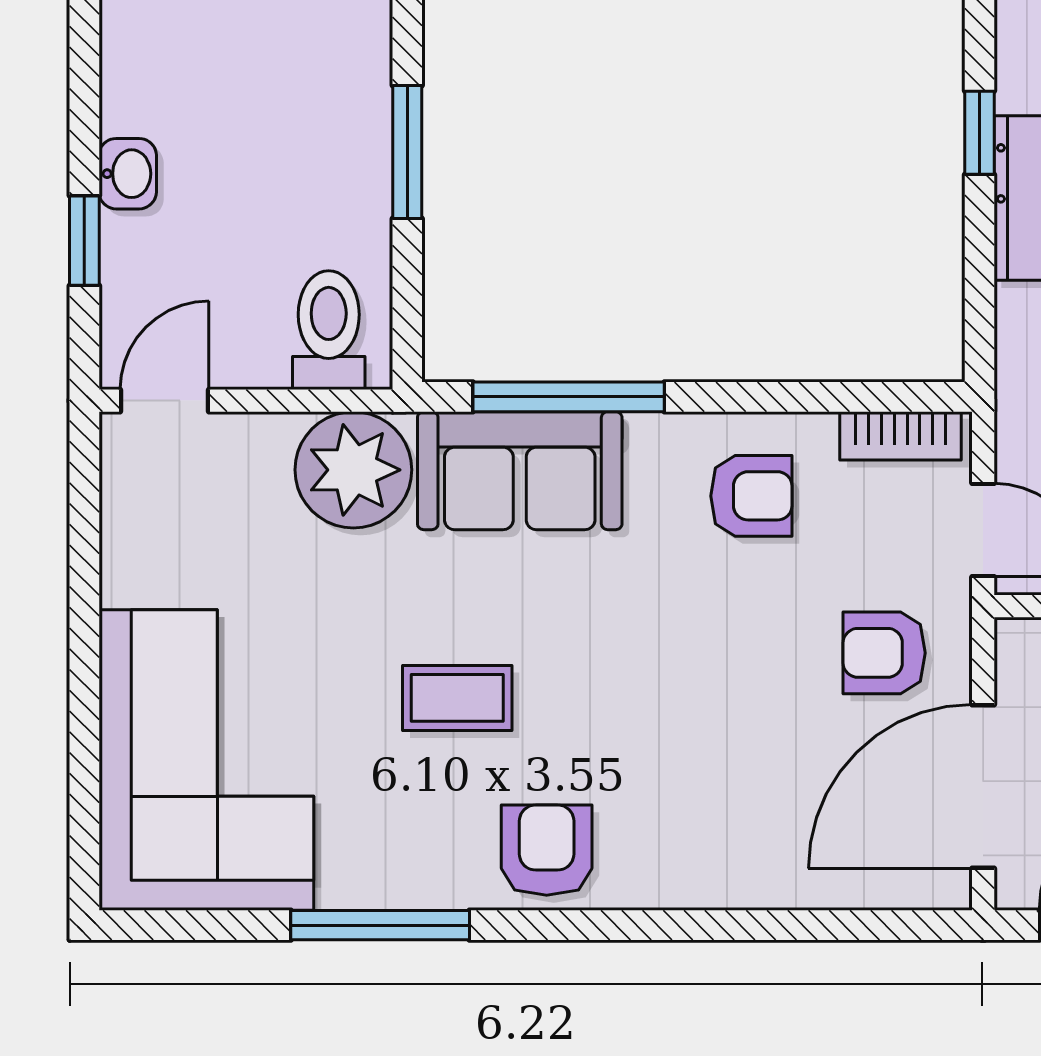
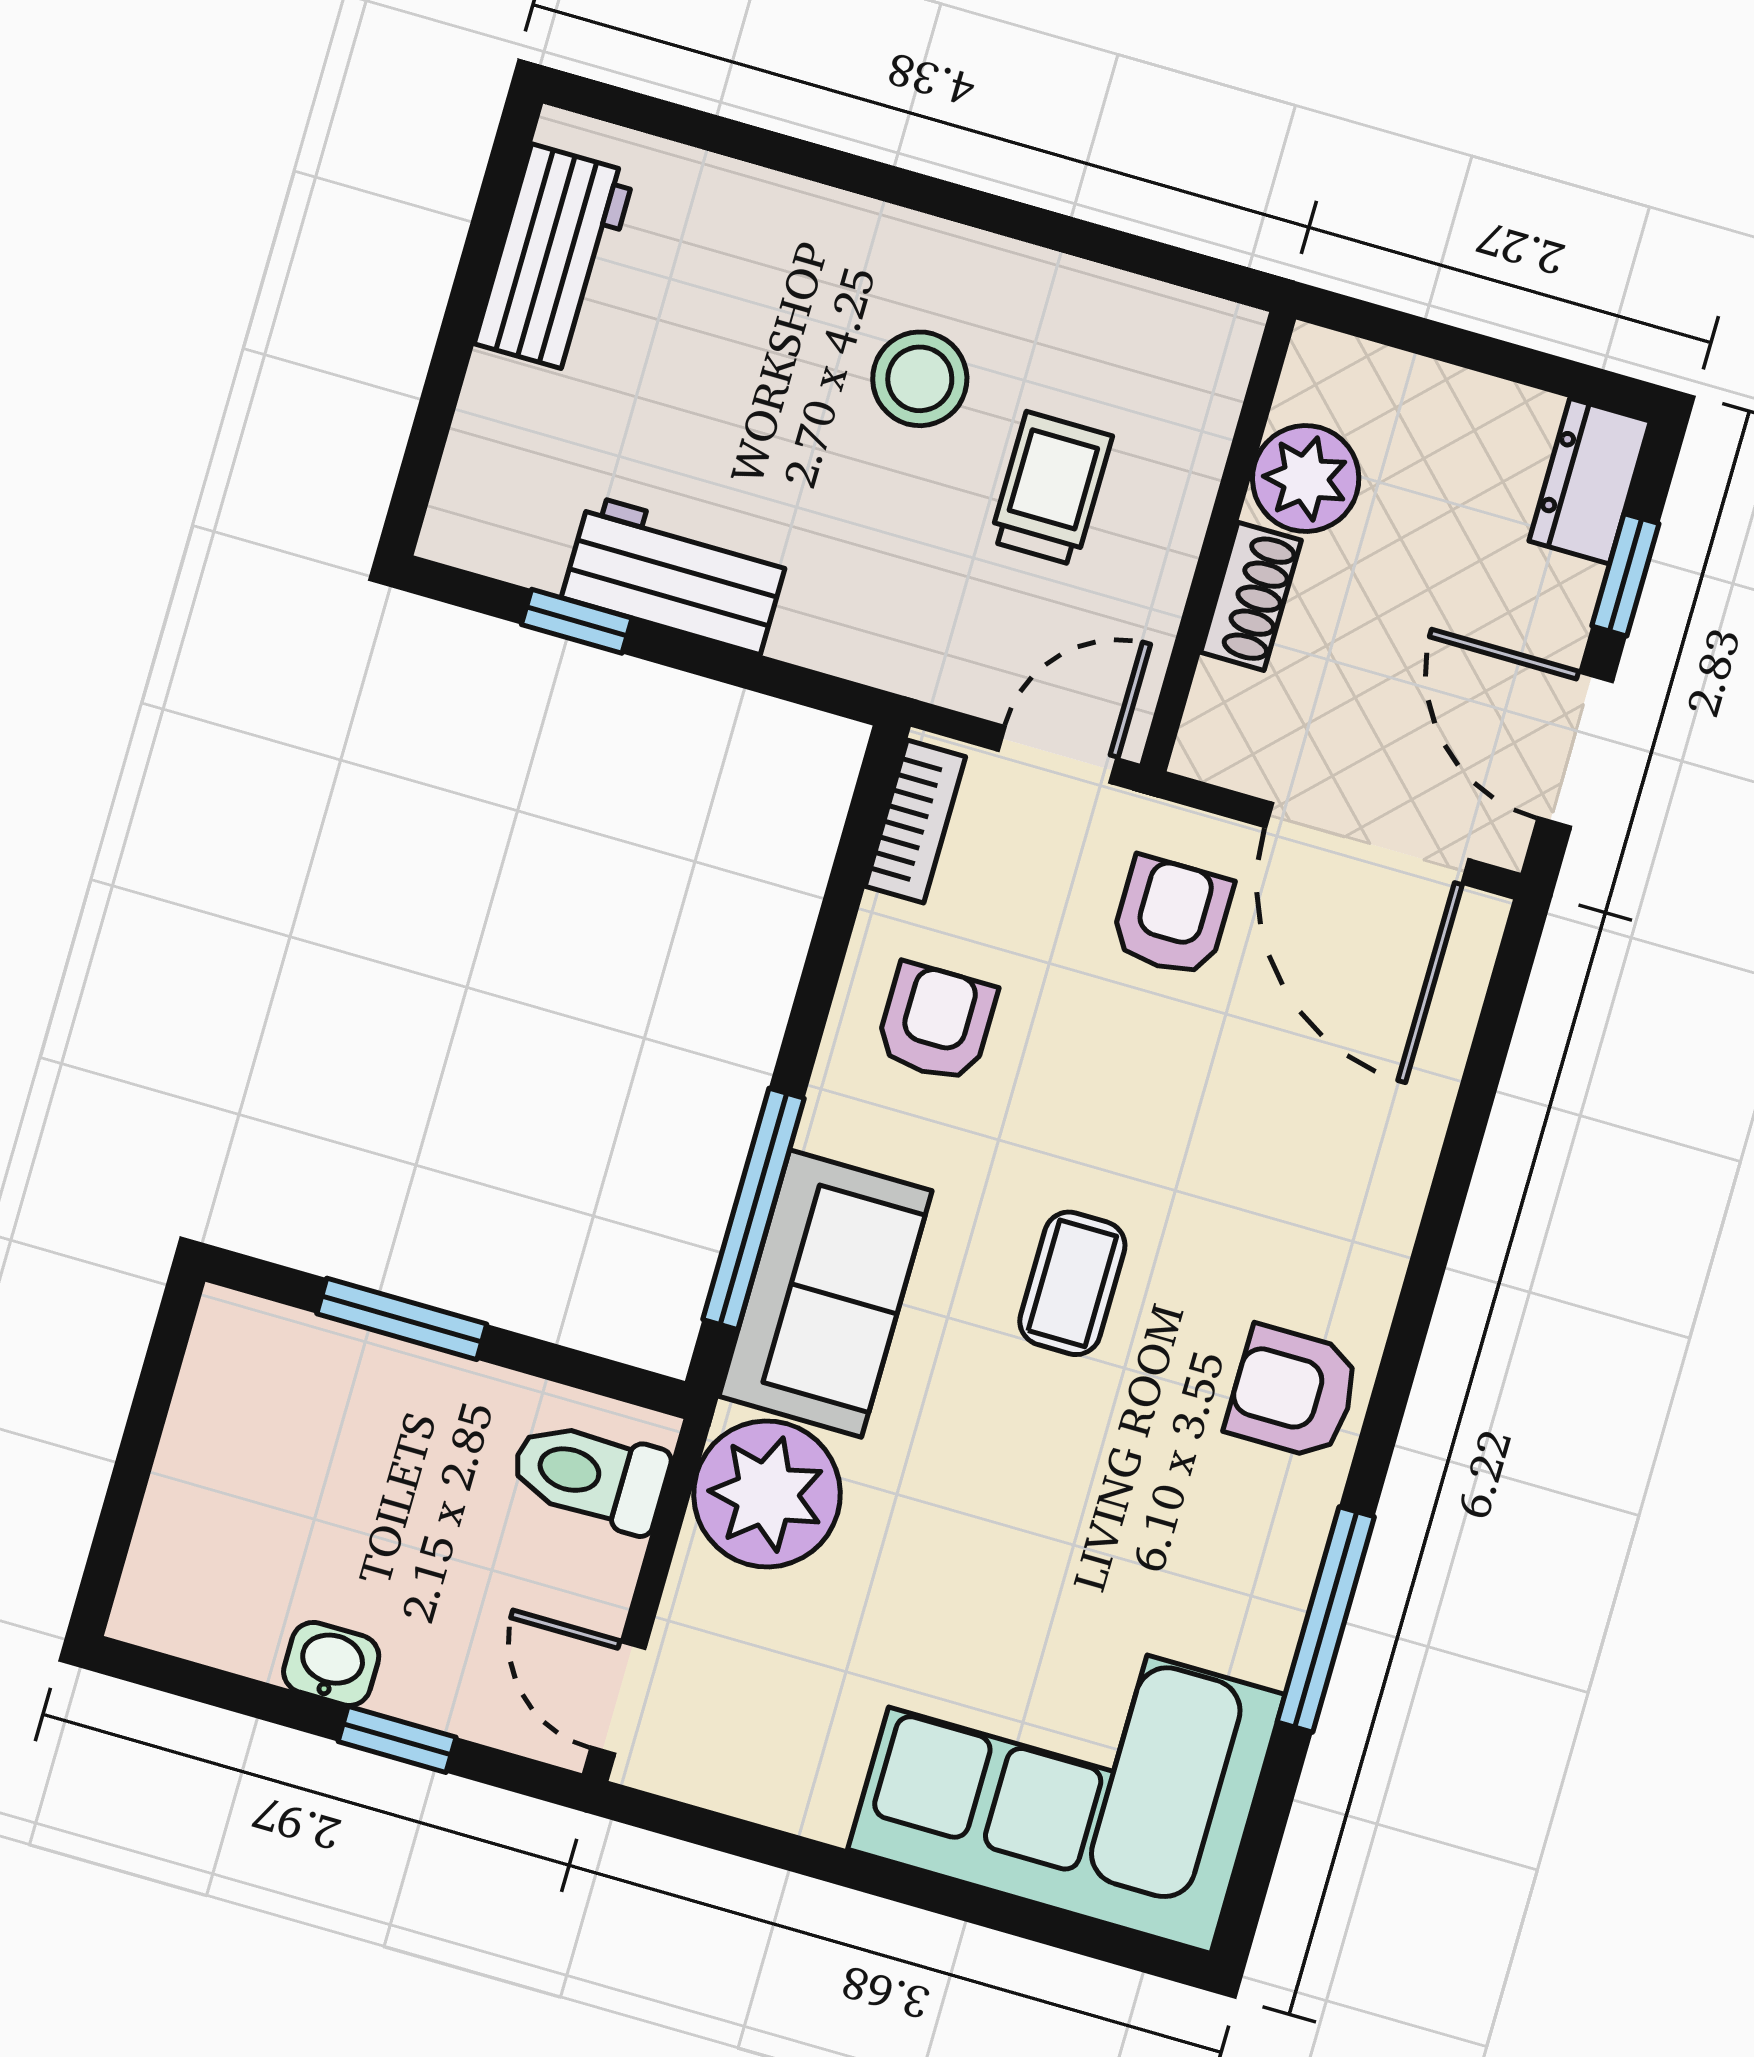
armchair: (884, 653) -> (1172, 916), turned 180
coffee table: (457, 698) -> (1072, 1283), moved

